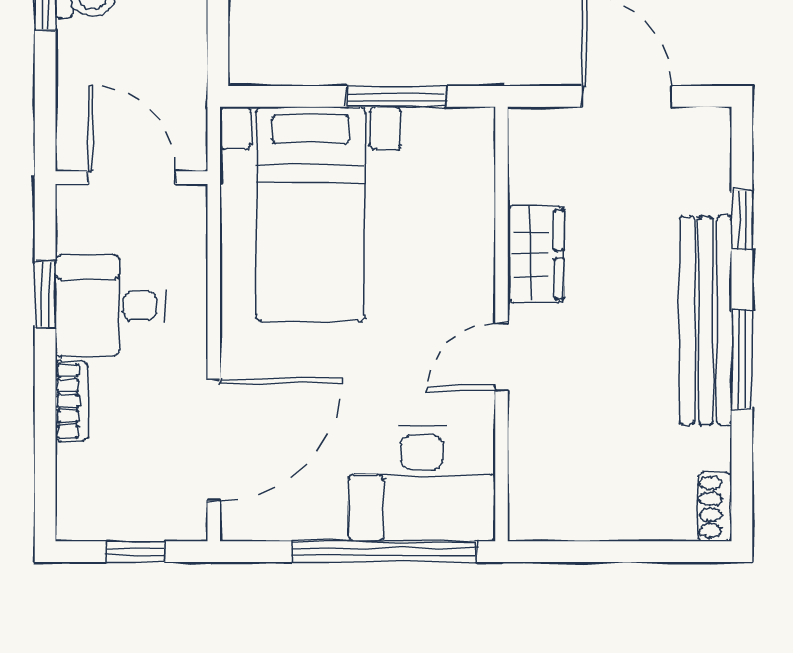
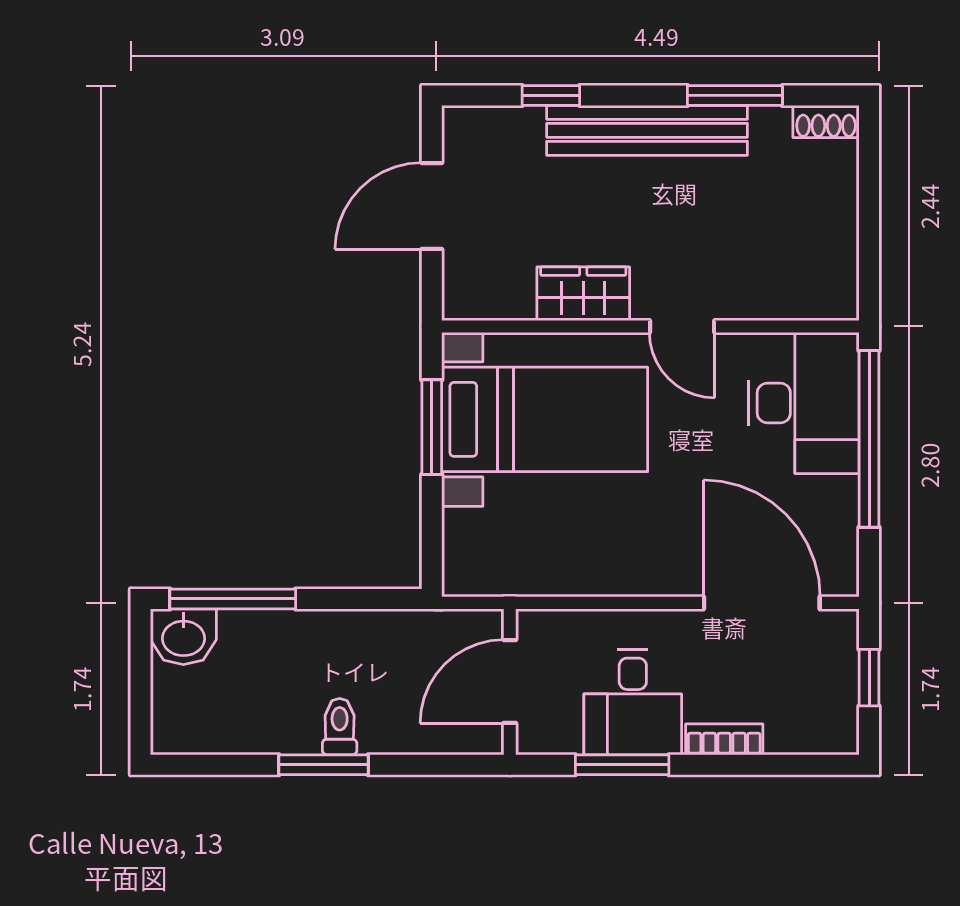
bed with nightstands: (311, 214) -> (545, 419), moved
window: (45, 295) -> (622, 765), width x1.50
window: (742, 360) -> (735, 95), moved

